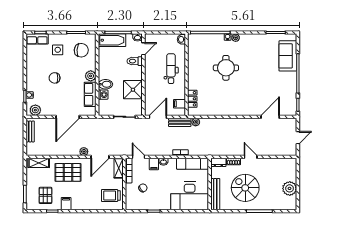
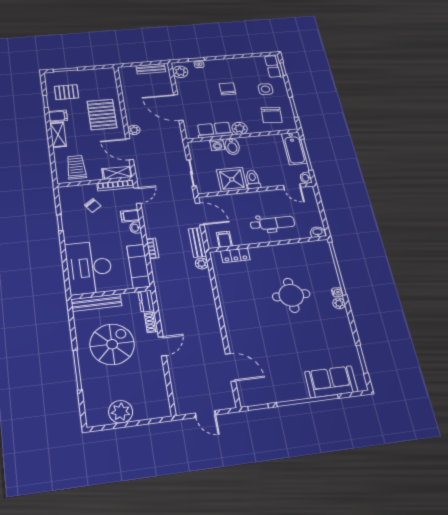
toilet: (135, 61) -> (253, 179), moved
shelving: (39, 163) -> (58, 135), moved

